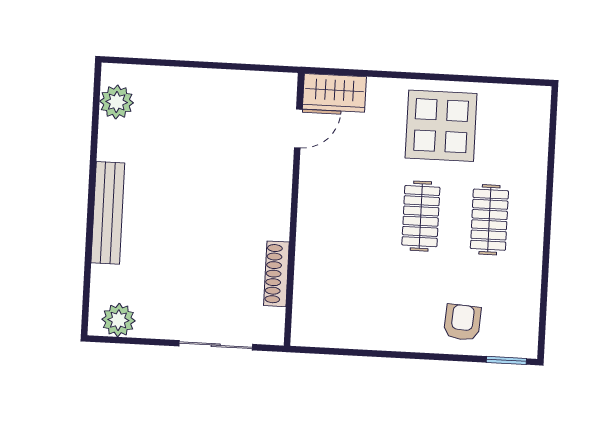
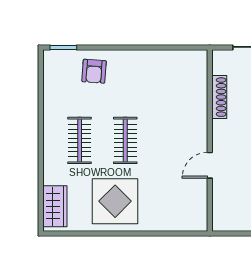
wardrobe: (334, 93) -> (55, 206), moved, turned 90
door: (298, 128) -> (210, 165), moved

